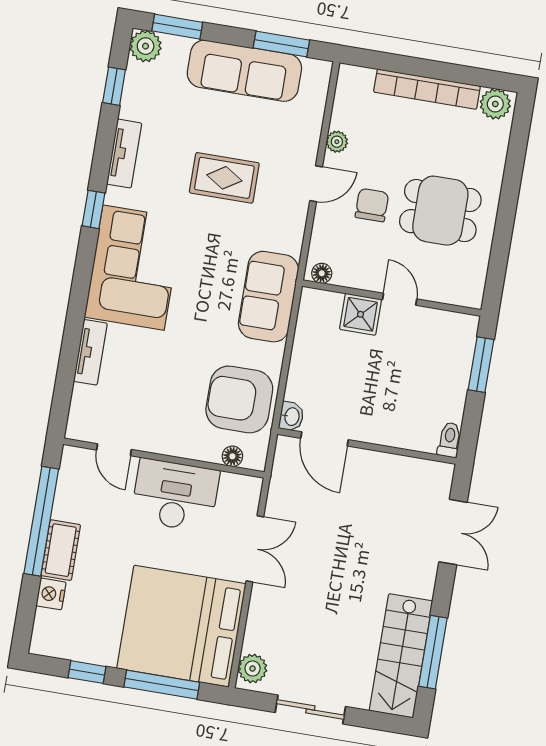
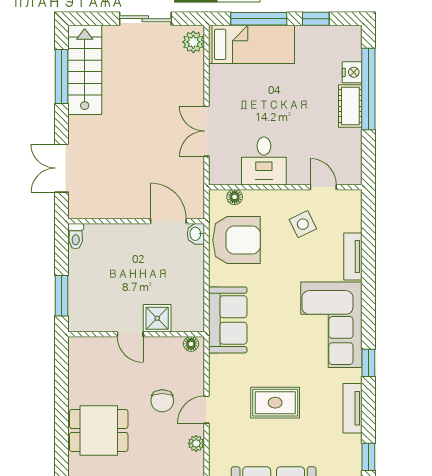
dining table: (440, 211) -> (99, 430), moved
side table: (149, 406) -> (303, 224), added
desk: (175, 495) -> (264, 161), width x0.73
window: (41, 521) -> (368, 89), moved
bed: (181, 626) -> (251, 44), width x0.49

